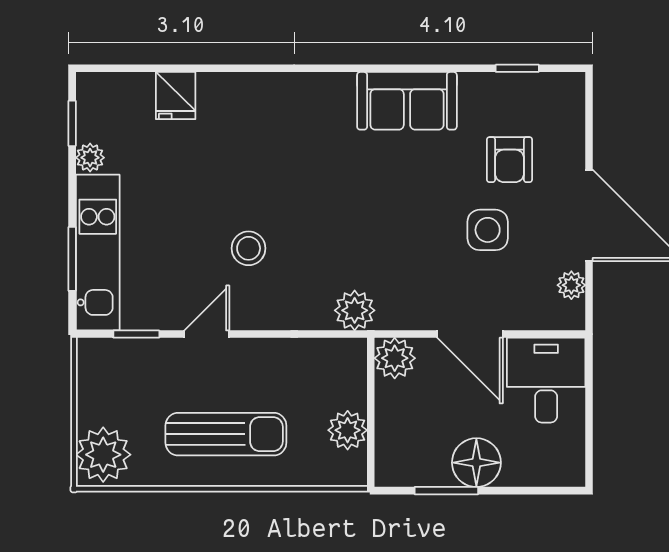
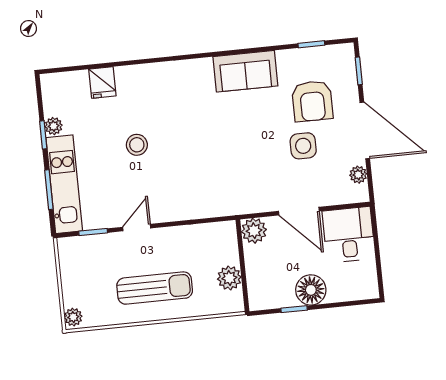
window: (589, 119) -> (359, 71), added
window: (72, 123) -> (43, 135), moved
armchair: (509, 160) -> (312, 101), width x1.38, depth x1.38
stool: (249, 248) -> (137, 145), moved
plant: (355, 310) -> (226, 204), removed
plant: (103, 455) -> (73, 317), width x0.53, depth x0.53
window: (446, 491) -> (294, 309), width x0.67

